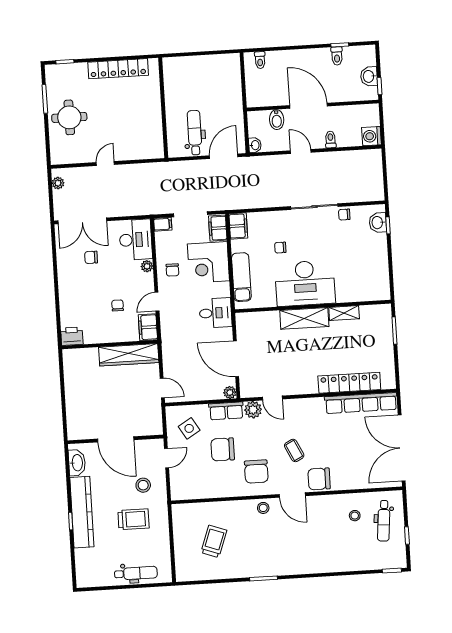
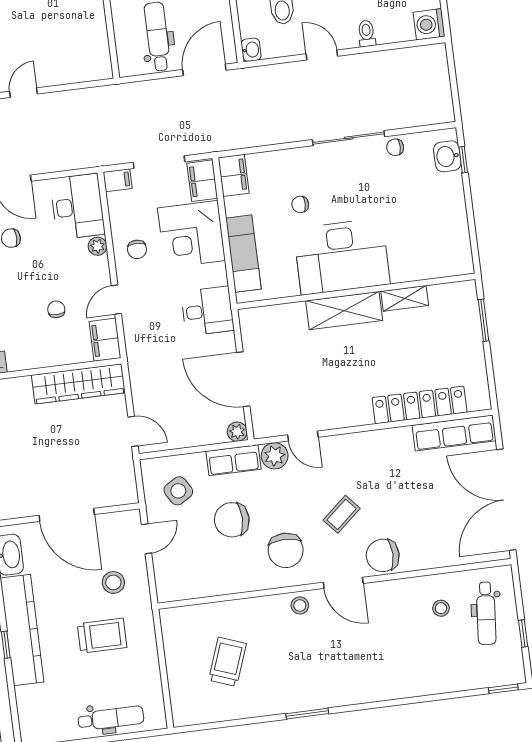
row of seats: (361, 403) -> (454, 433), width x0.73
coffee table: (294, 450) -> (342, 514), turned 75

